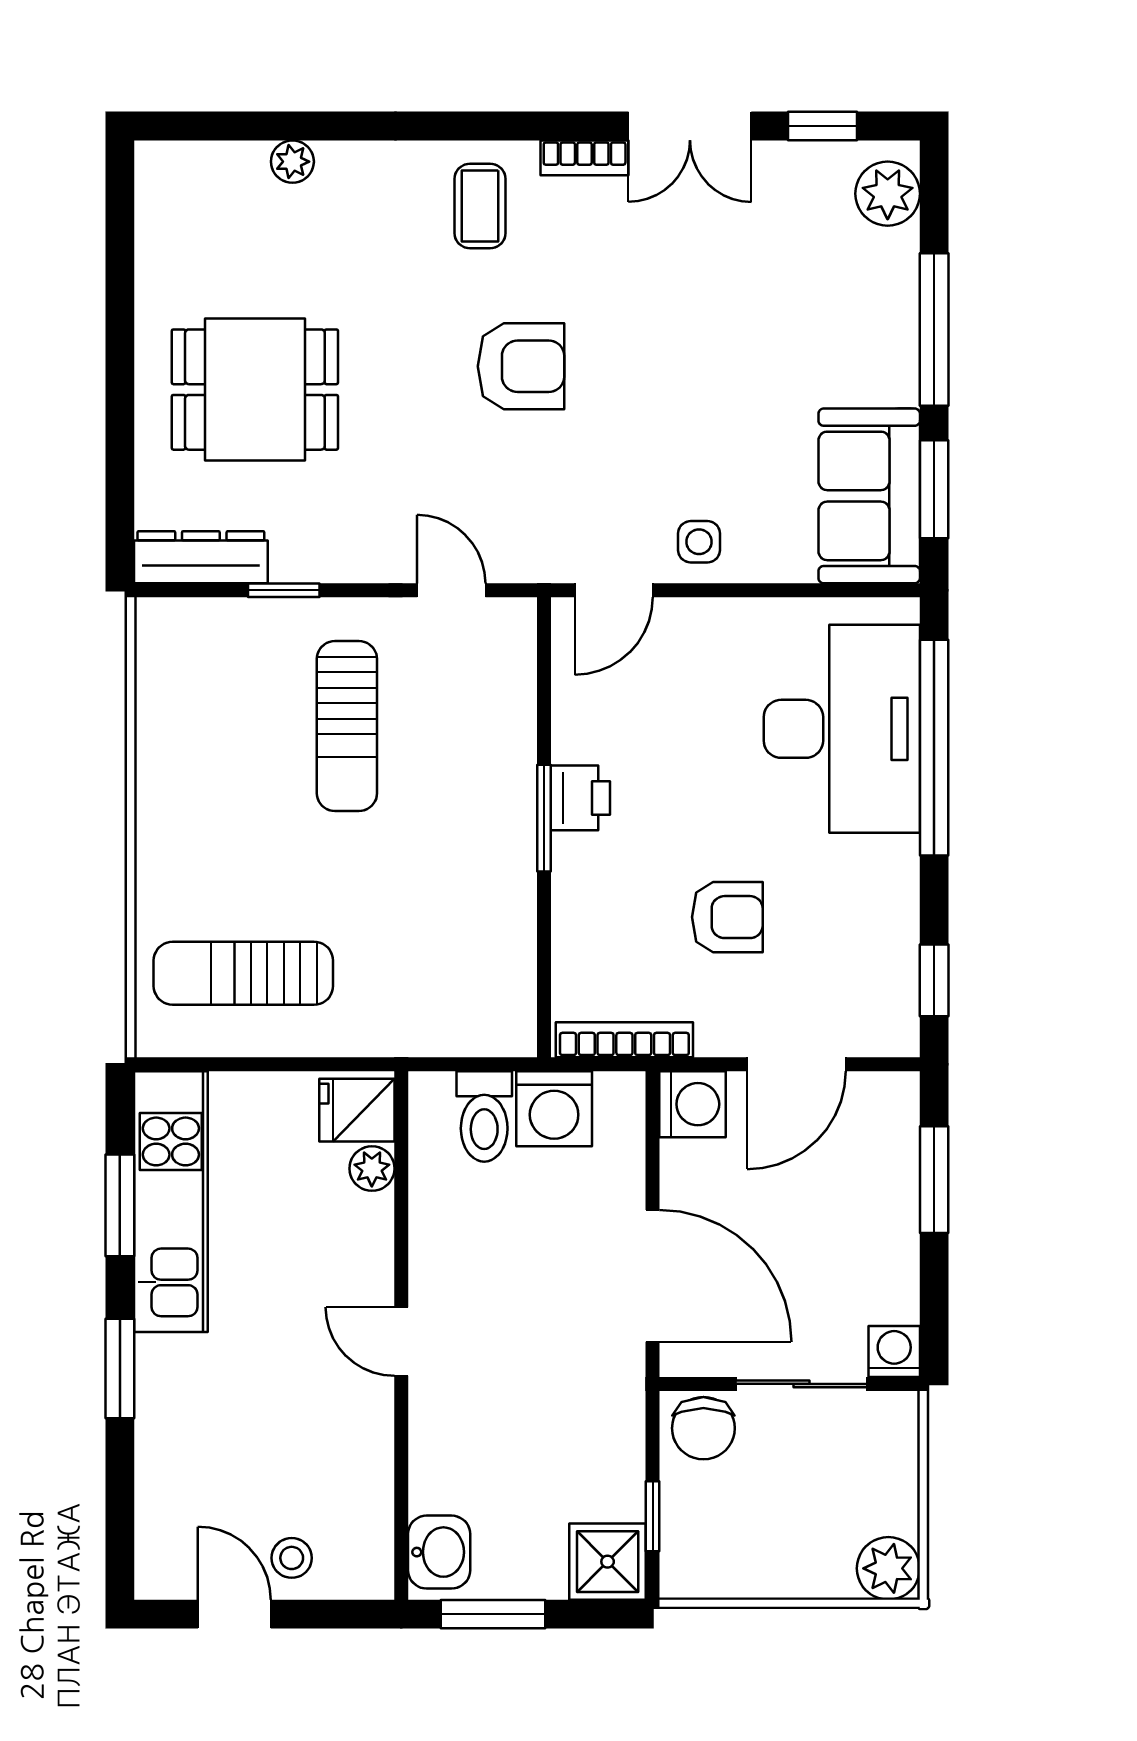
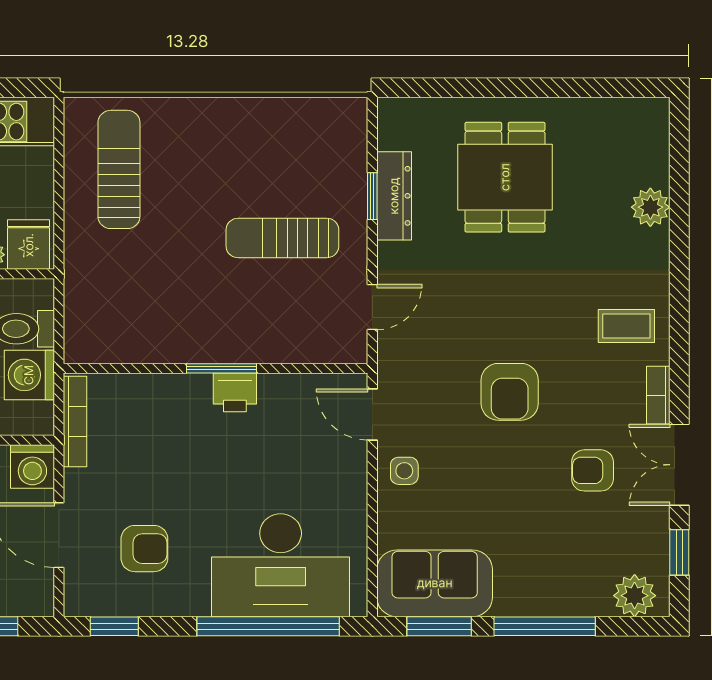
plant: (292, 162) -> (650, 207), width x1.38, depth x1.38
armchair: (698, 257) -> (593, 470), added
armchair: (521, 366) -> (510, 392), moved
dresser: (201, 557) -> (394, 196), moved
armchair: (727, 917) -> (144, 549), moved, turned -90

